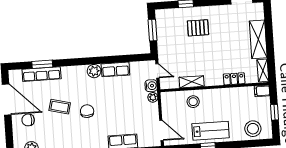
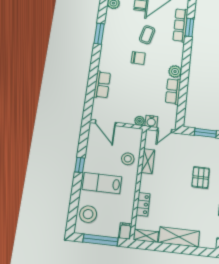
window: (274, 112) -> (100, 240), width x2.17
door: (161, 130) -> (105, 123), hinge flipped
lab bench: (211, 131) -> (102, 183), moved, turned 90

